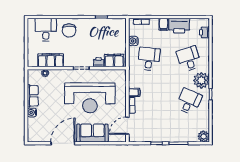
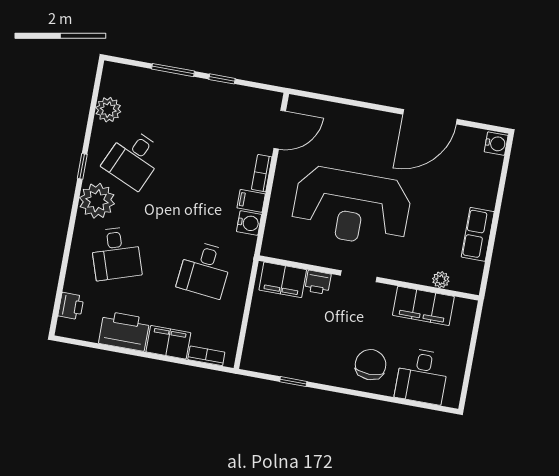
filing cabinet: (164, 24) -> (168, 342), width x2.00
water cooler: (133, 41) -> (249, 223), moved
reception desk: (90, 98) -> (352, 207), turned 180
water cooler: (32, 112) -> (496, 144), moved
sofa: (92, 133) -> (360, 128), removed
plant: (204, 136) -> (108, 110), moved

